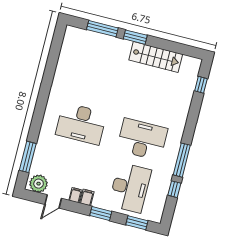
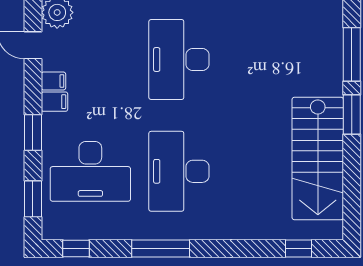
stairs: (156, 57) -> (318, 158), width x1.36, depth x1.51
desk: (142, 139) -> (179, 171), turned 180
window: (174, 189) -> (76, 249), moved

